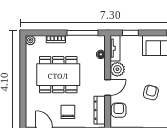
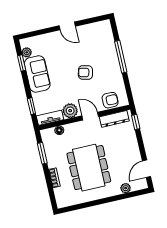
window: (83, 33) -> (42, 153), width x0.69
plant: (30, 40) -> (126, 188), moved
armchair: (119, 110) -> (110, 100), turned 180
chair: (68, 112) -> (123, 150), removed

